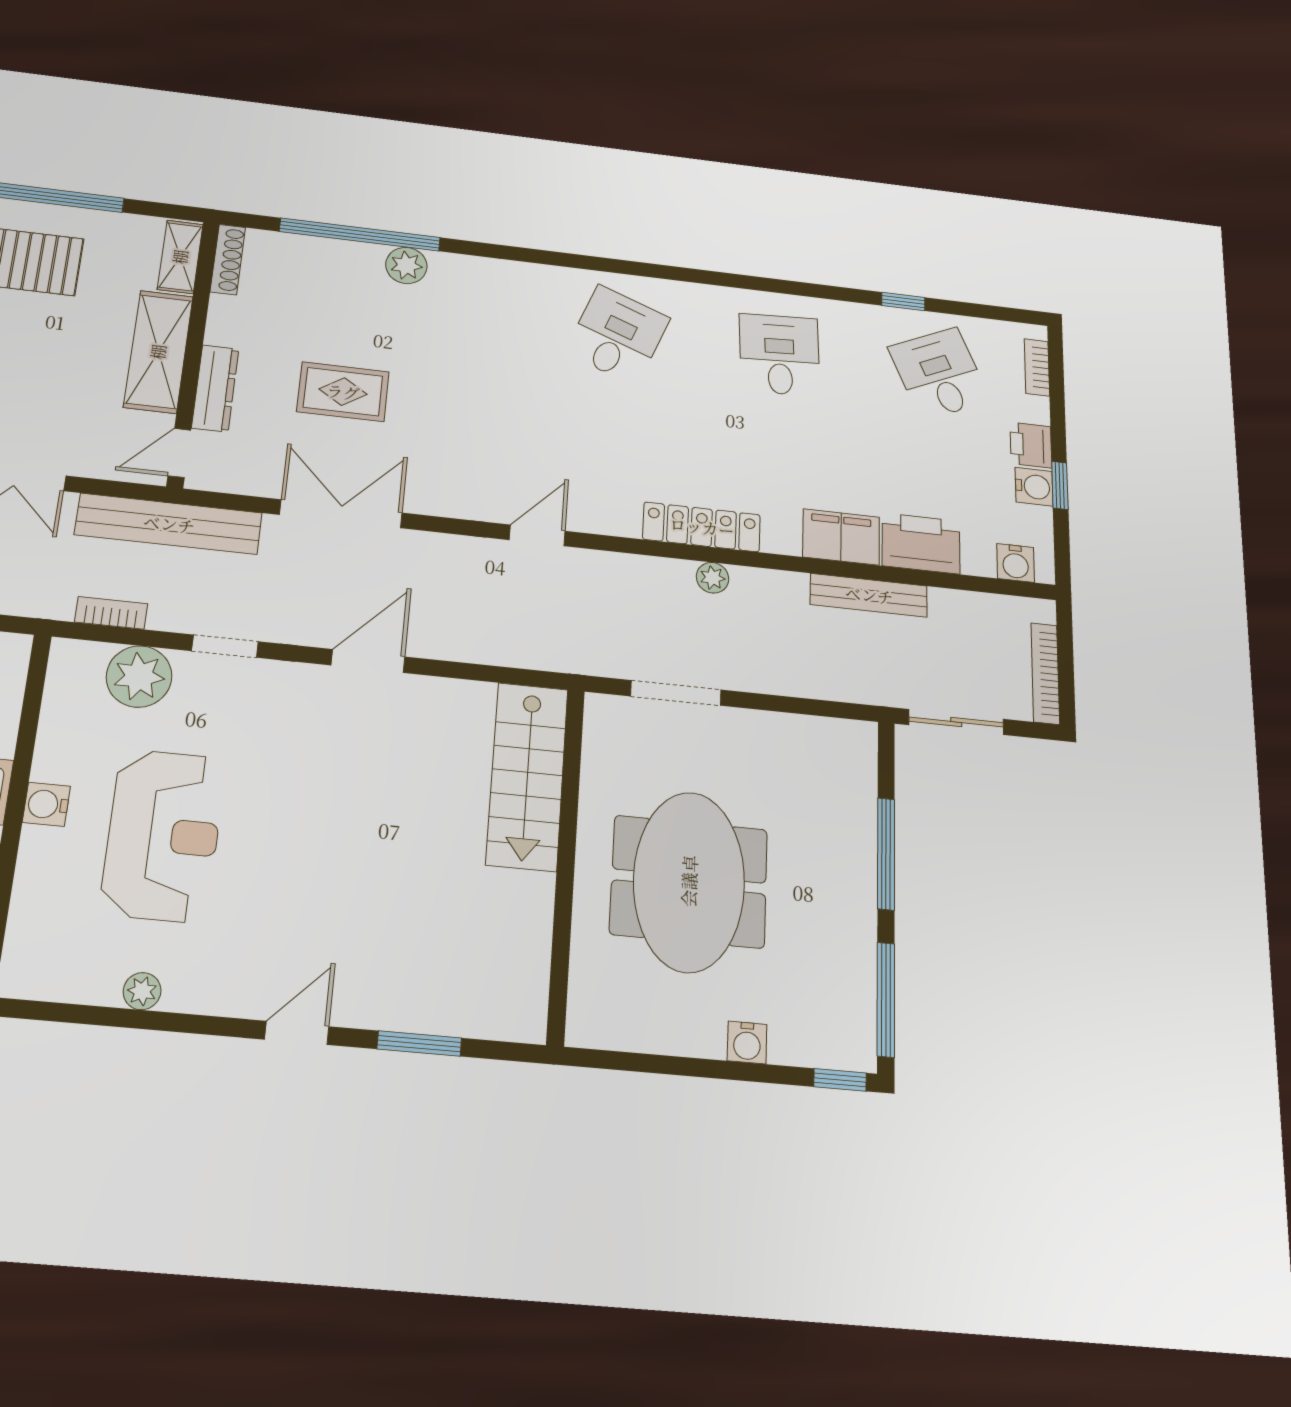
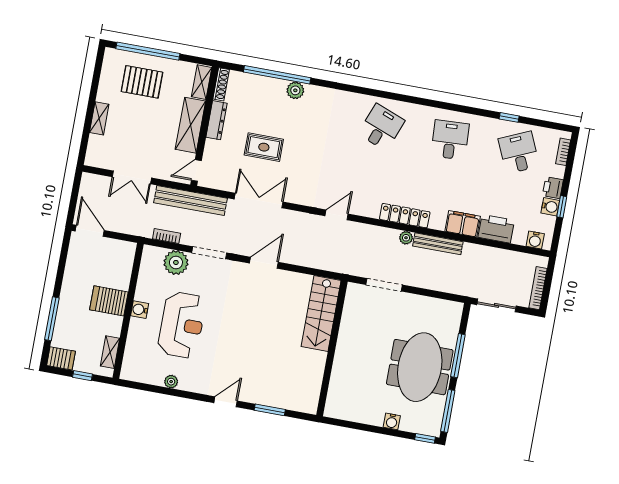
dresser: (215, 388) -> (216, 120), moved
bench: (869, 595) -> (438, 244), moved
doorway: (225, 646) -> (209, 253), width x1.38
meeting table: (689, 881) -> (420, 367), moved

